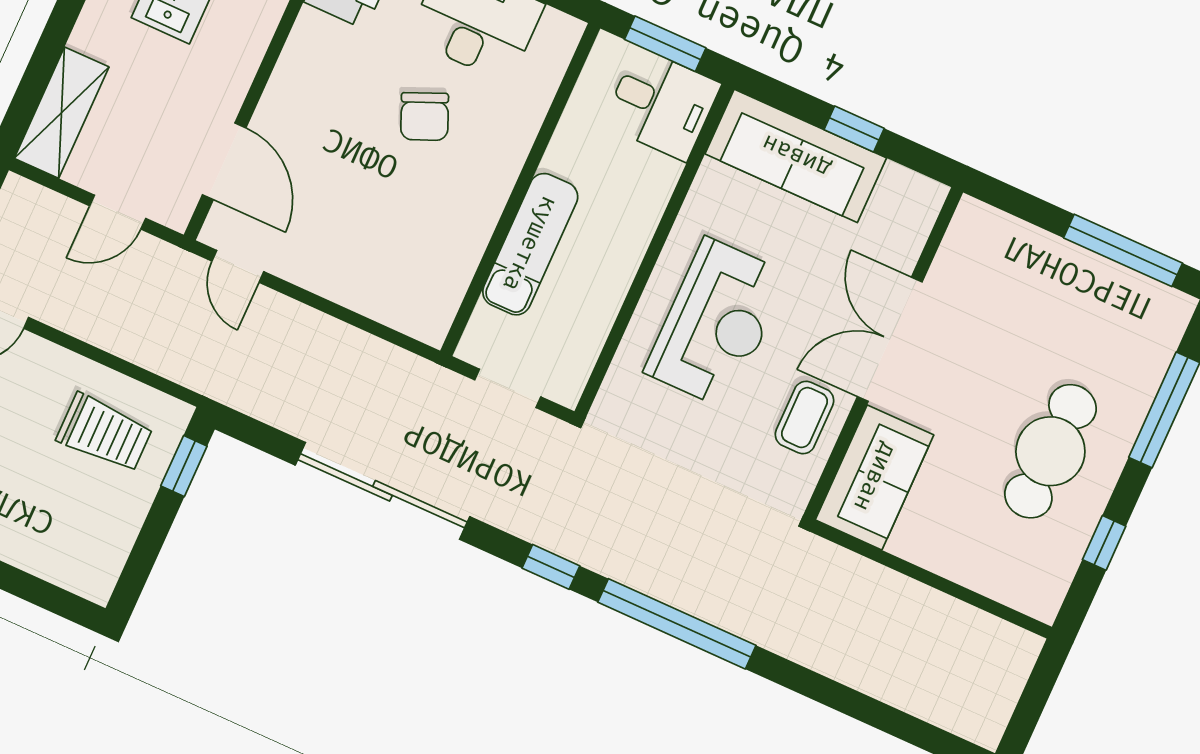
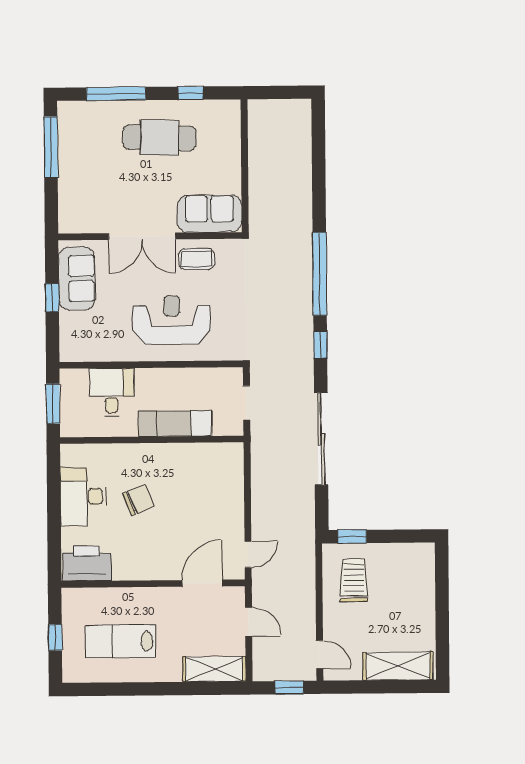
desk: (662, 104) -> (112, 392), moved
sofa: (796, 156) -> (77, 279), moved, width x0.73

